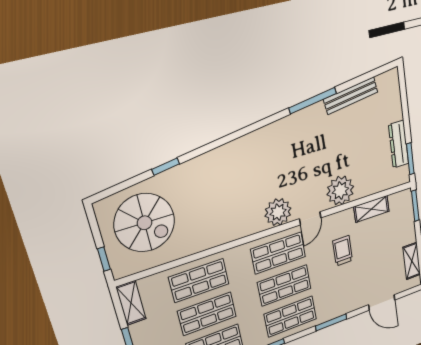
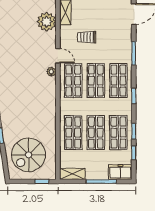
plant: (340, 191) -> (47, 22), moved
plant: (278, 212) -> (51, 72), width x0.53, depth x0.53
spiral stairs: (145, 223) -> (29, 155), turned 180

